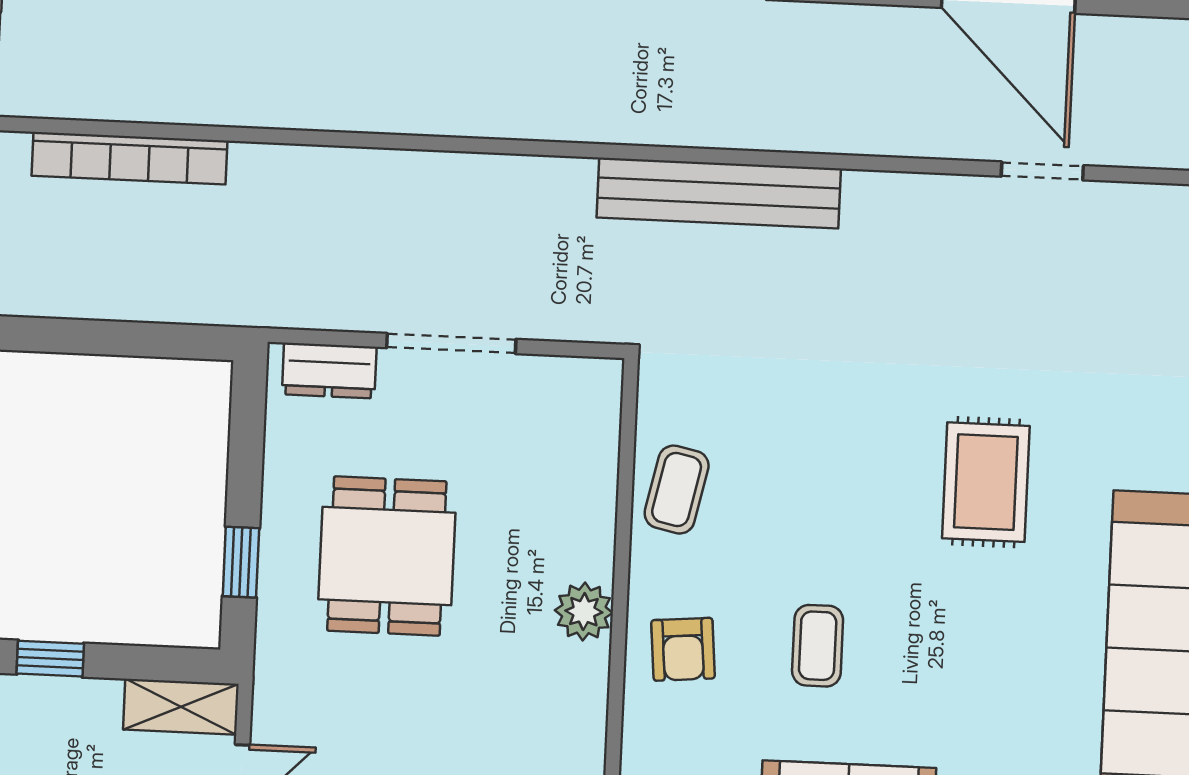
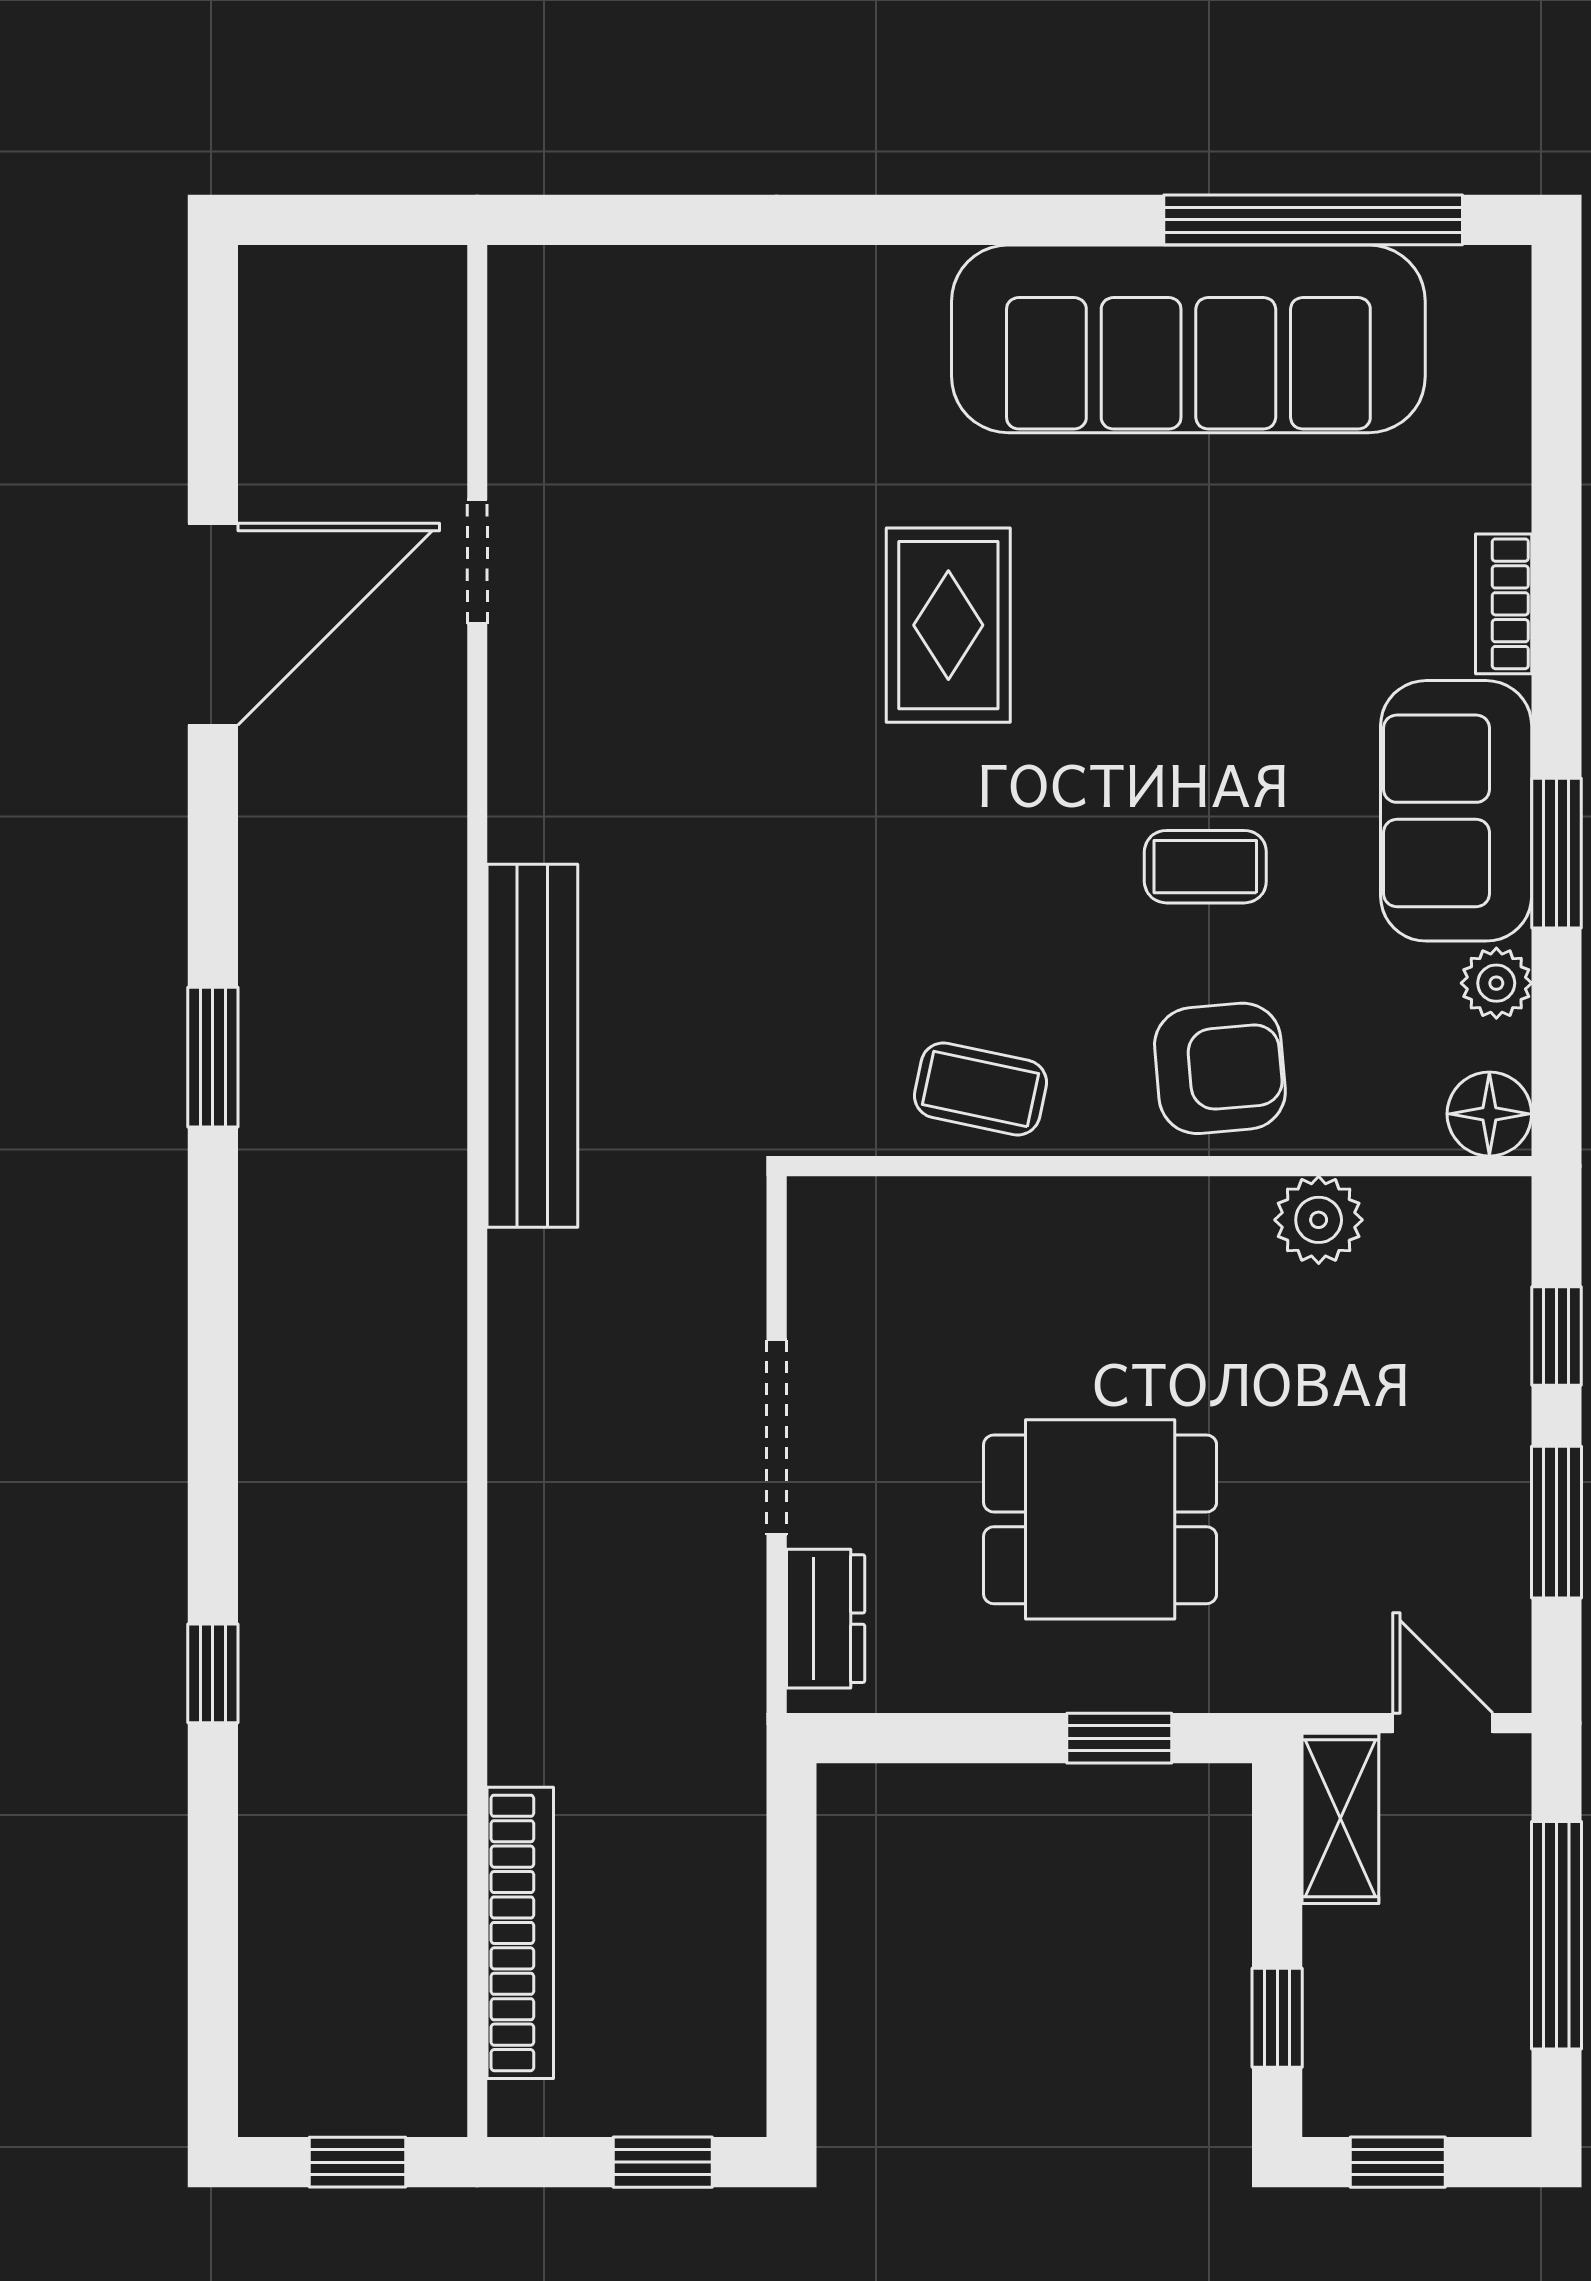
rug: (986, 482) -> (948, 625), turned 90
plant: (584, 612) -> (1319, 1220), moved
armchair: (683, 649) -> (1220, 1068), width x1.38, depth x1.38

